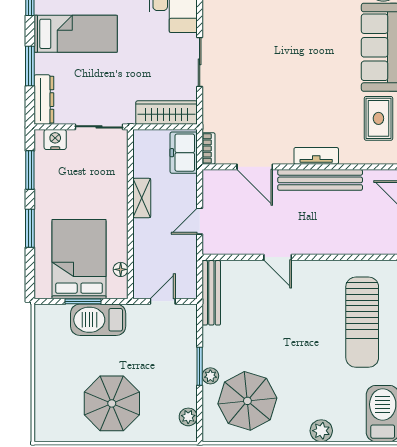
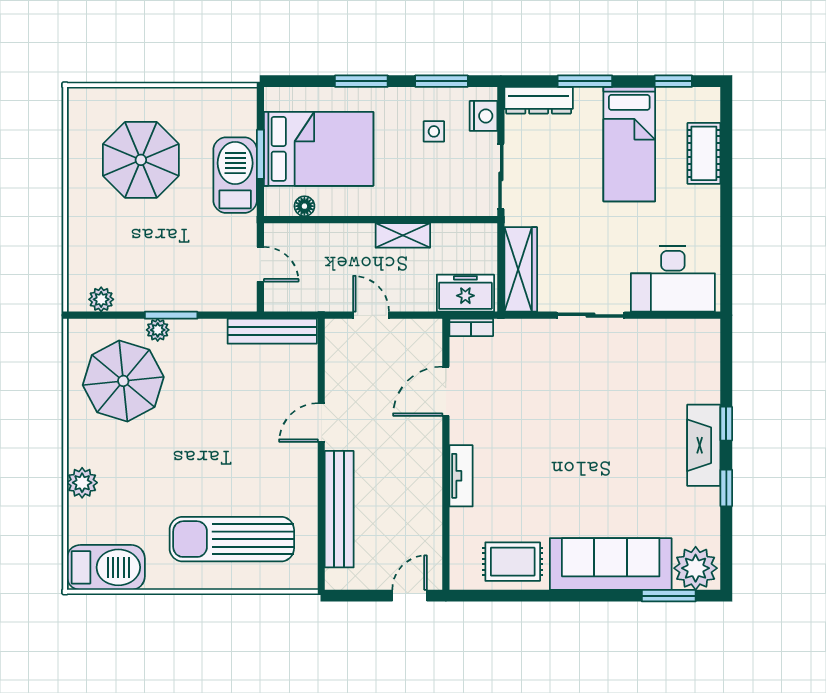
side table: (66, 176) -> (434, 131), added
bench: (320, 180) -> (339, 509), moved
parasol: (112, 403) -> (141, 160), moved

